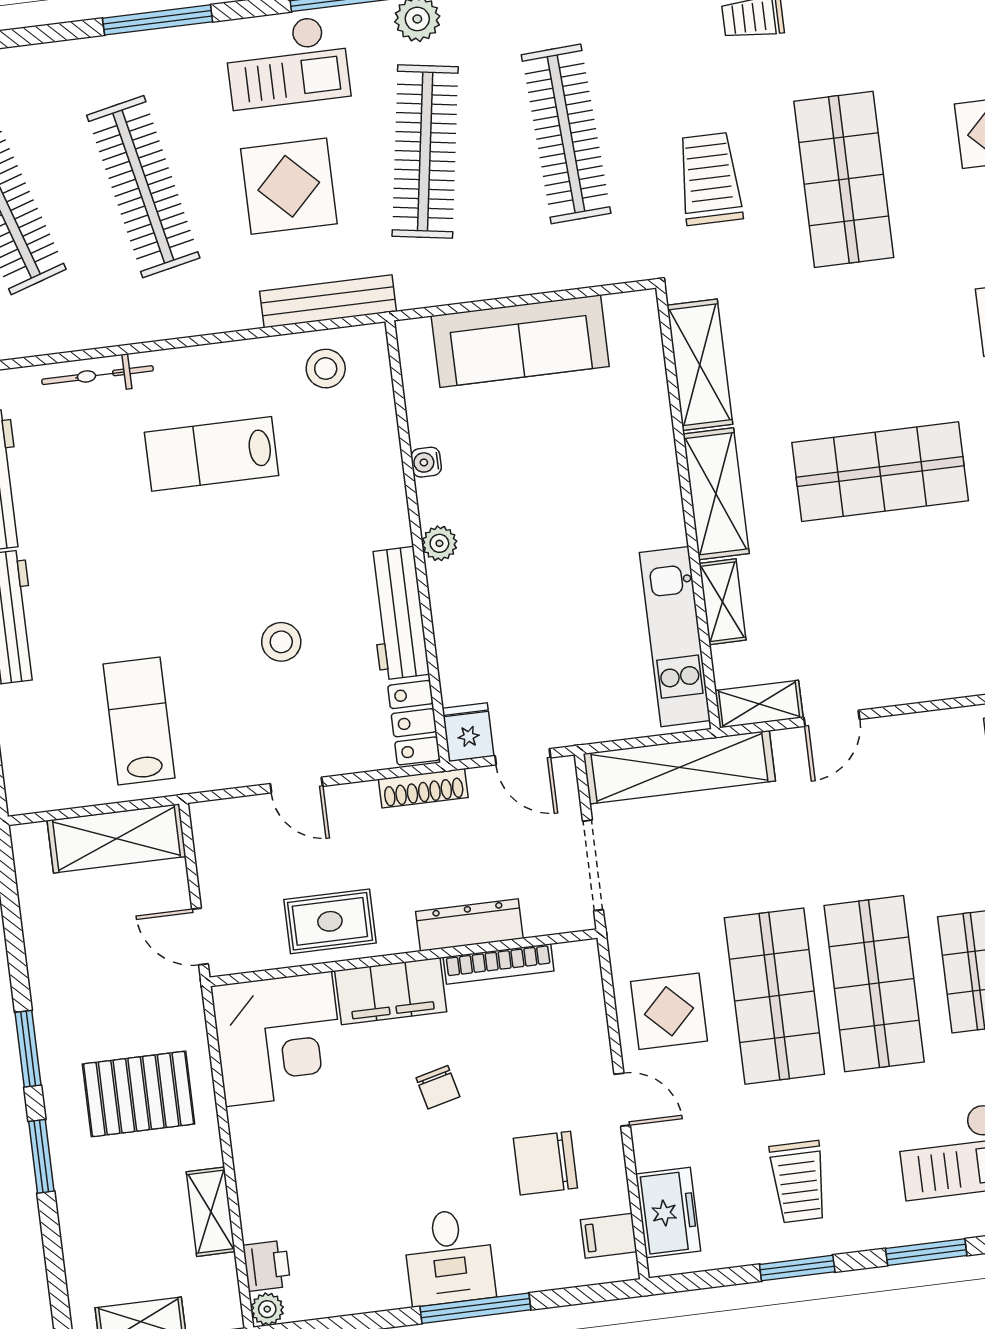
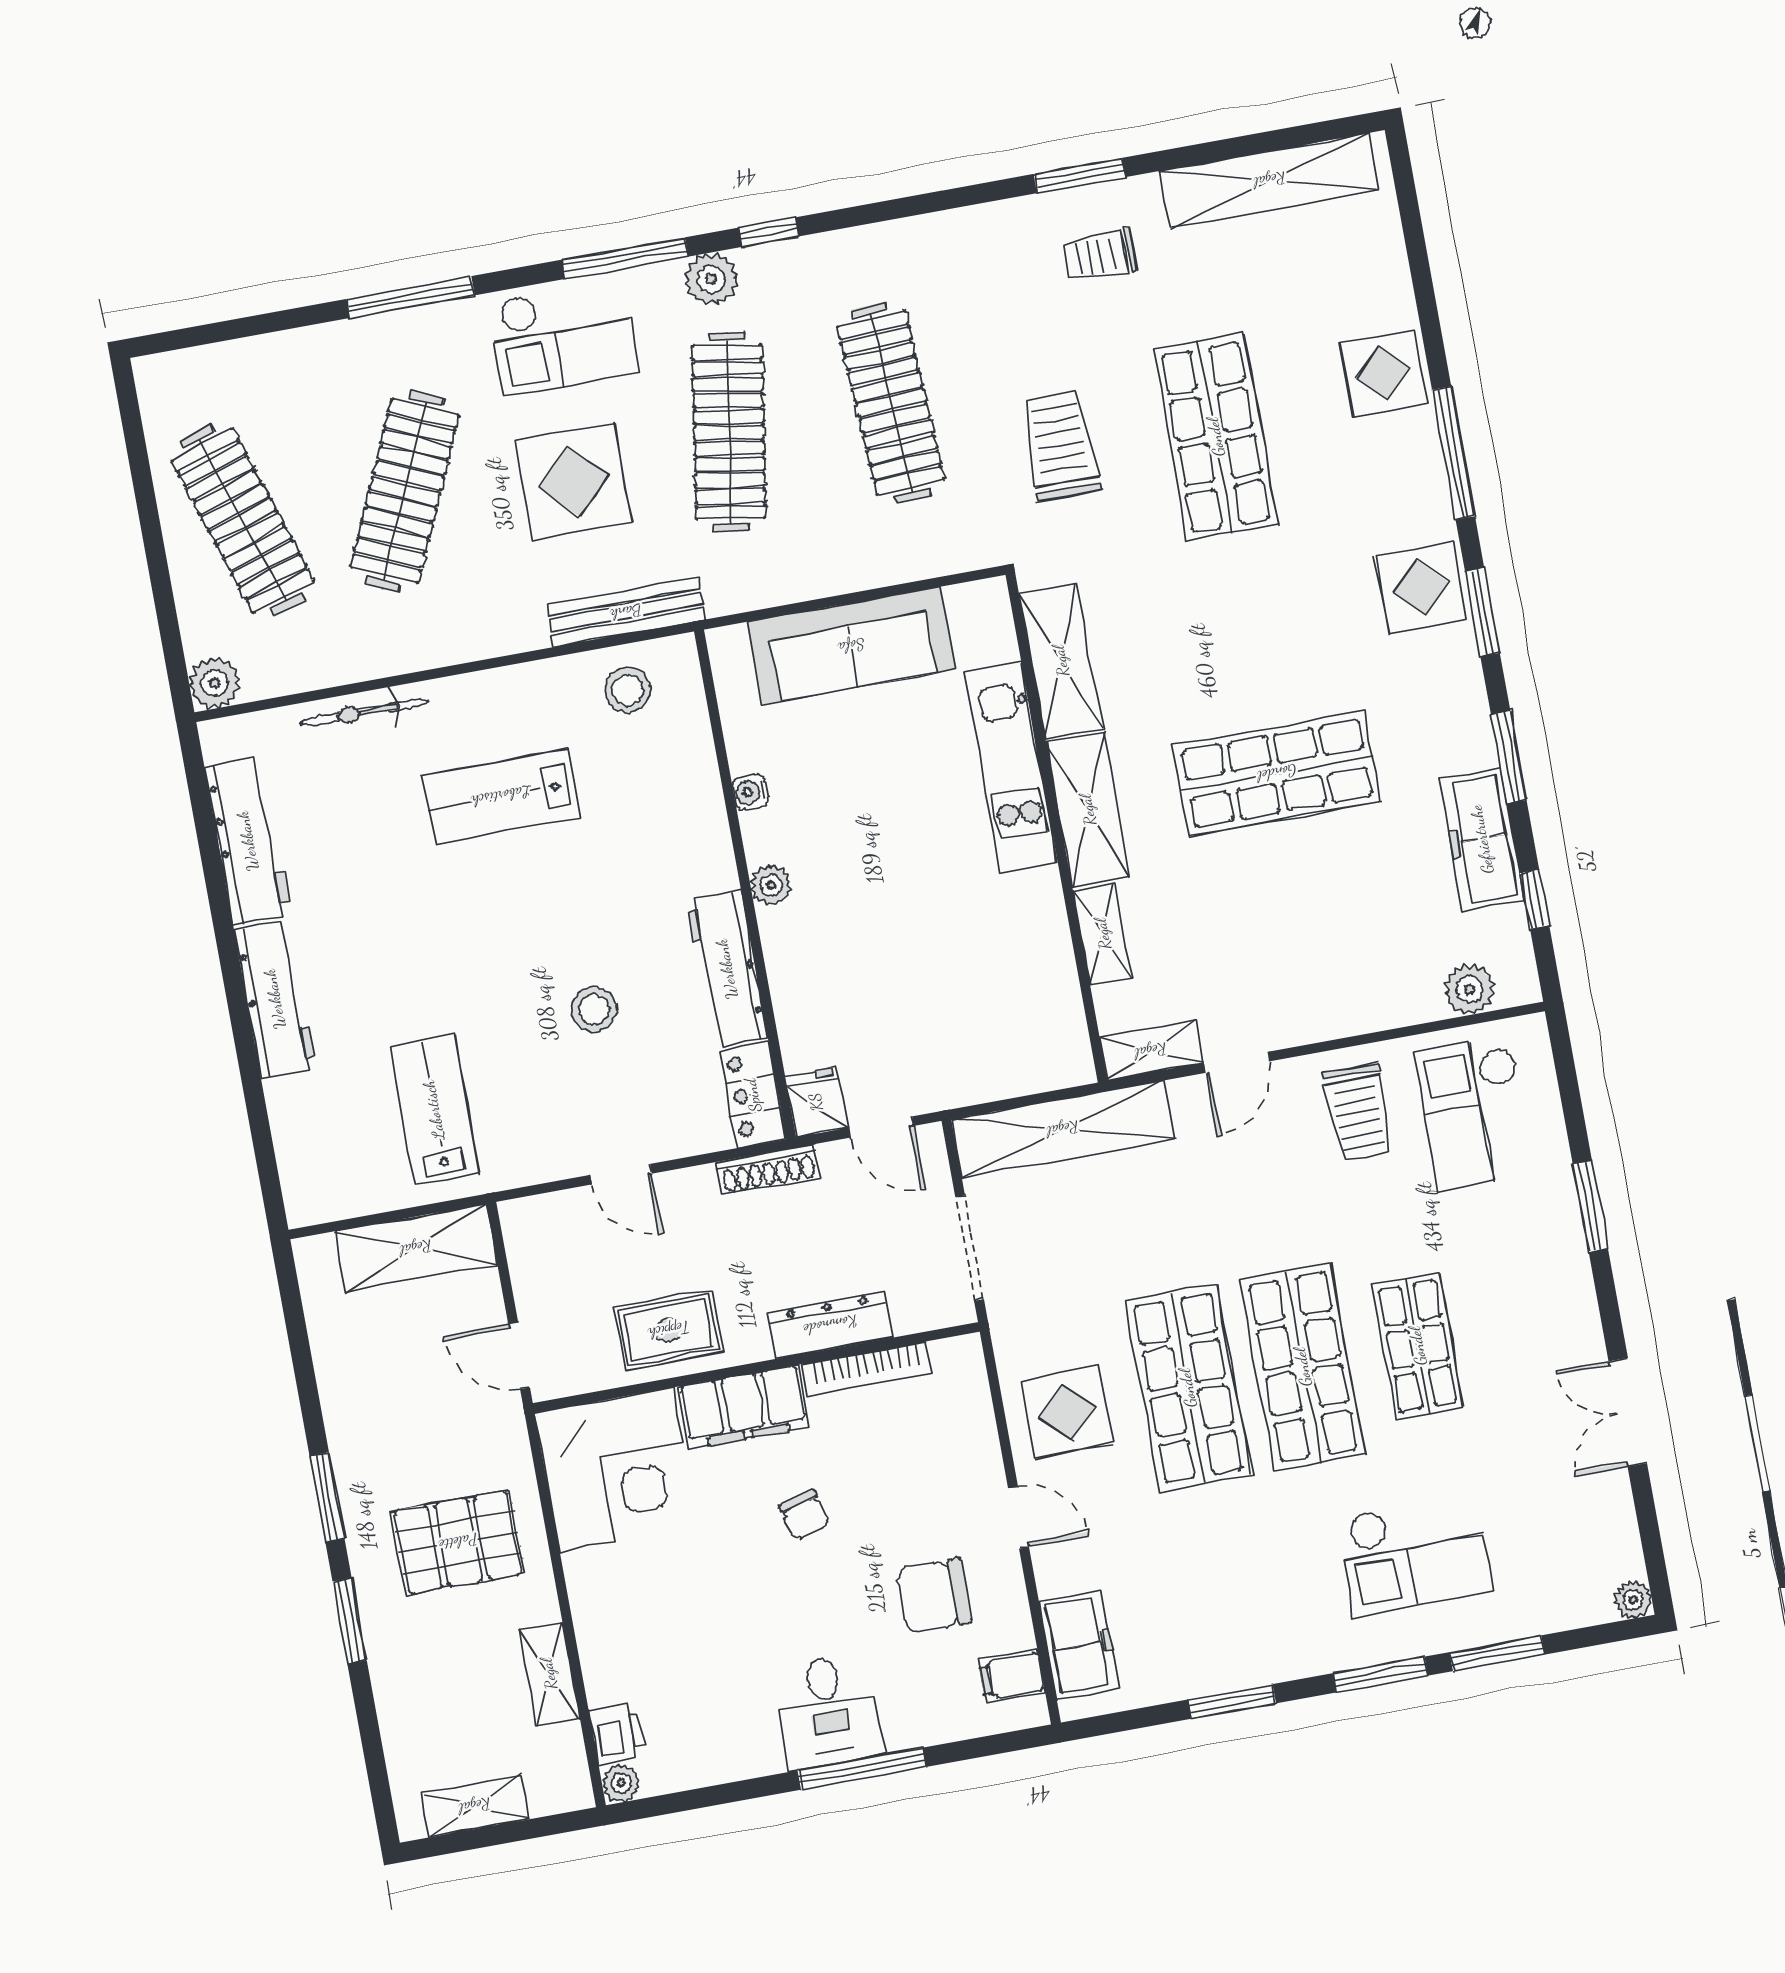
clothes rail: (143, 187) -> (405, 491), turned 36
kitchen unit: (675, 637) -> (1011, 767), moved
trolley: (799, 1182) -> (1358, 1112), moved

